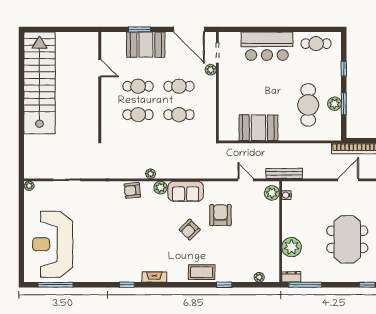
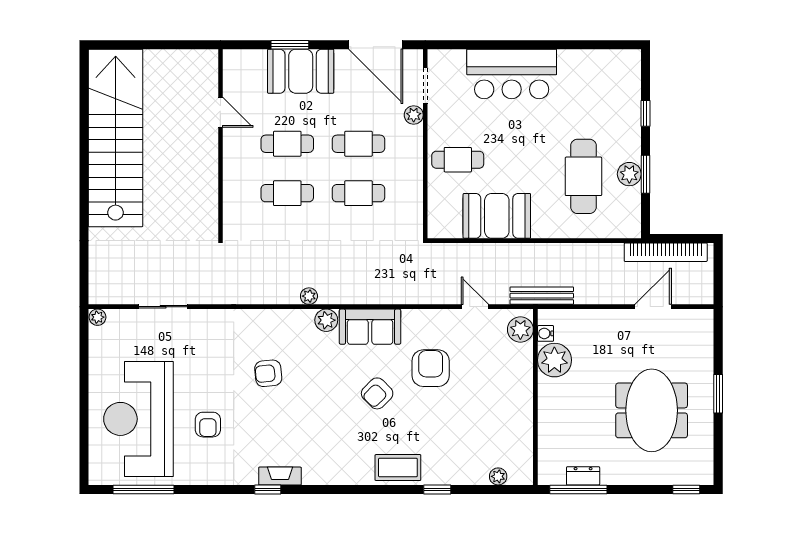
cafe table: (316, 44) -> (458, 160), moved
armchair: (132, 190) -> (268, 373), moved
armchair: (93, 247) -> (208, 425), added
plant: (292, 247) -> (554, 360), moved
fireplace: (154, 277) -> (280, 476), moved
dresser: (291, 277) -> (583, 476), moved

